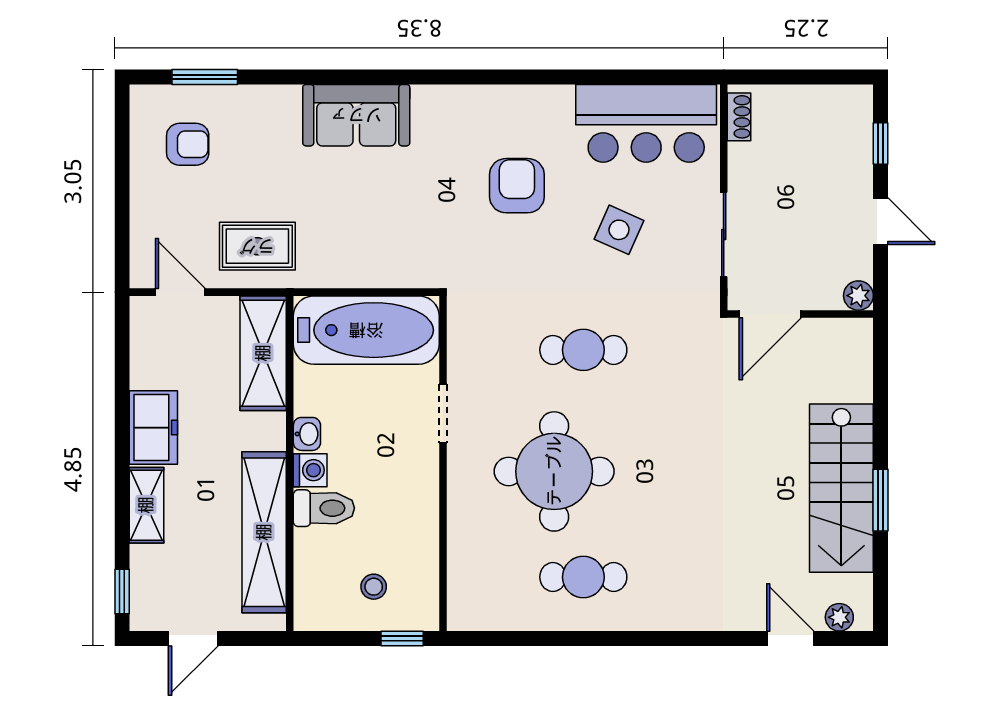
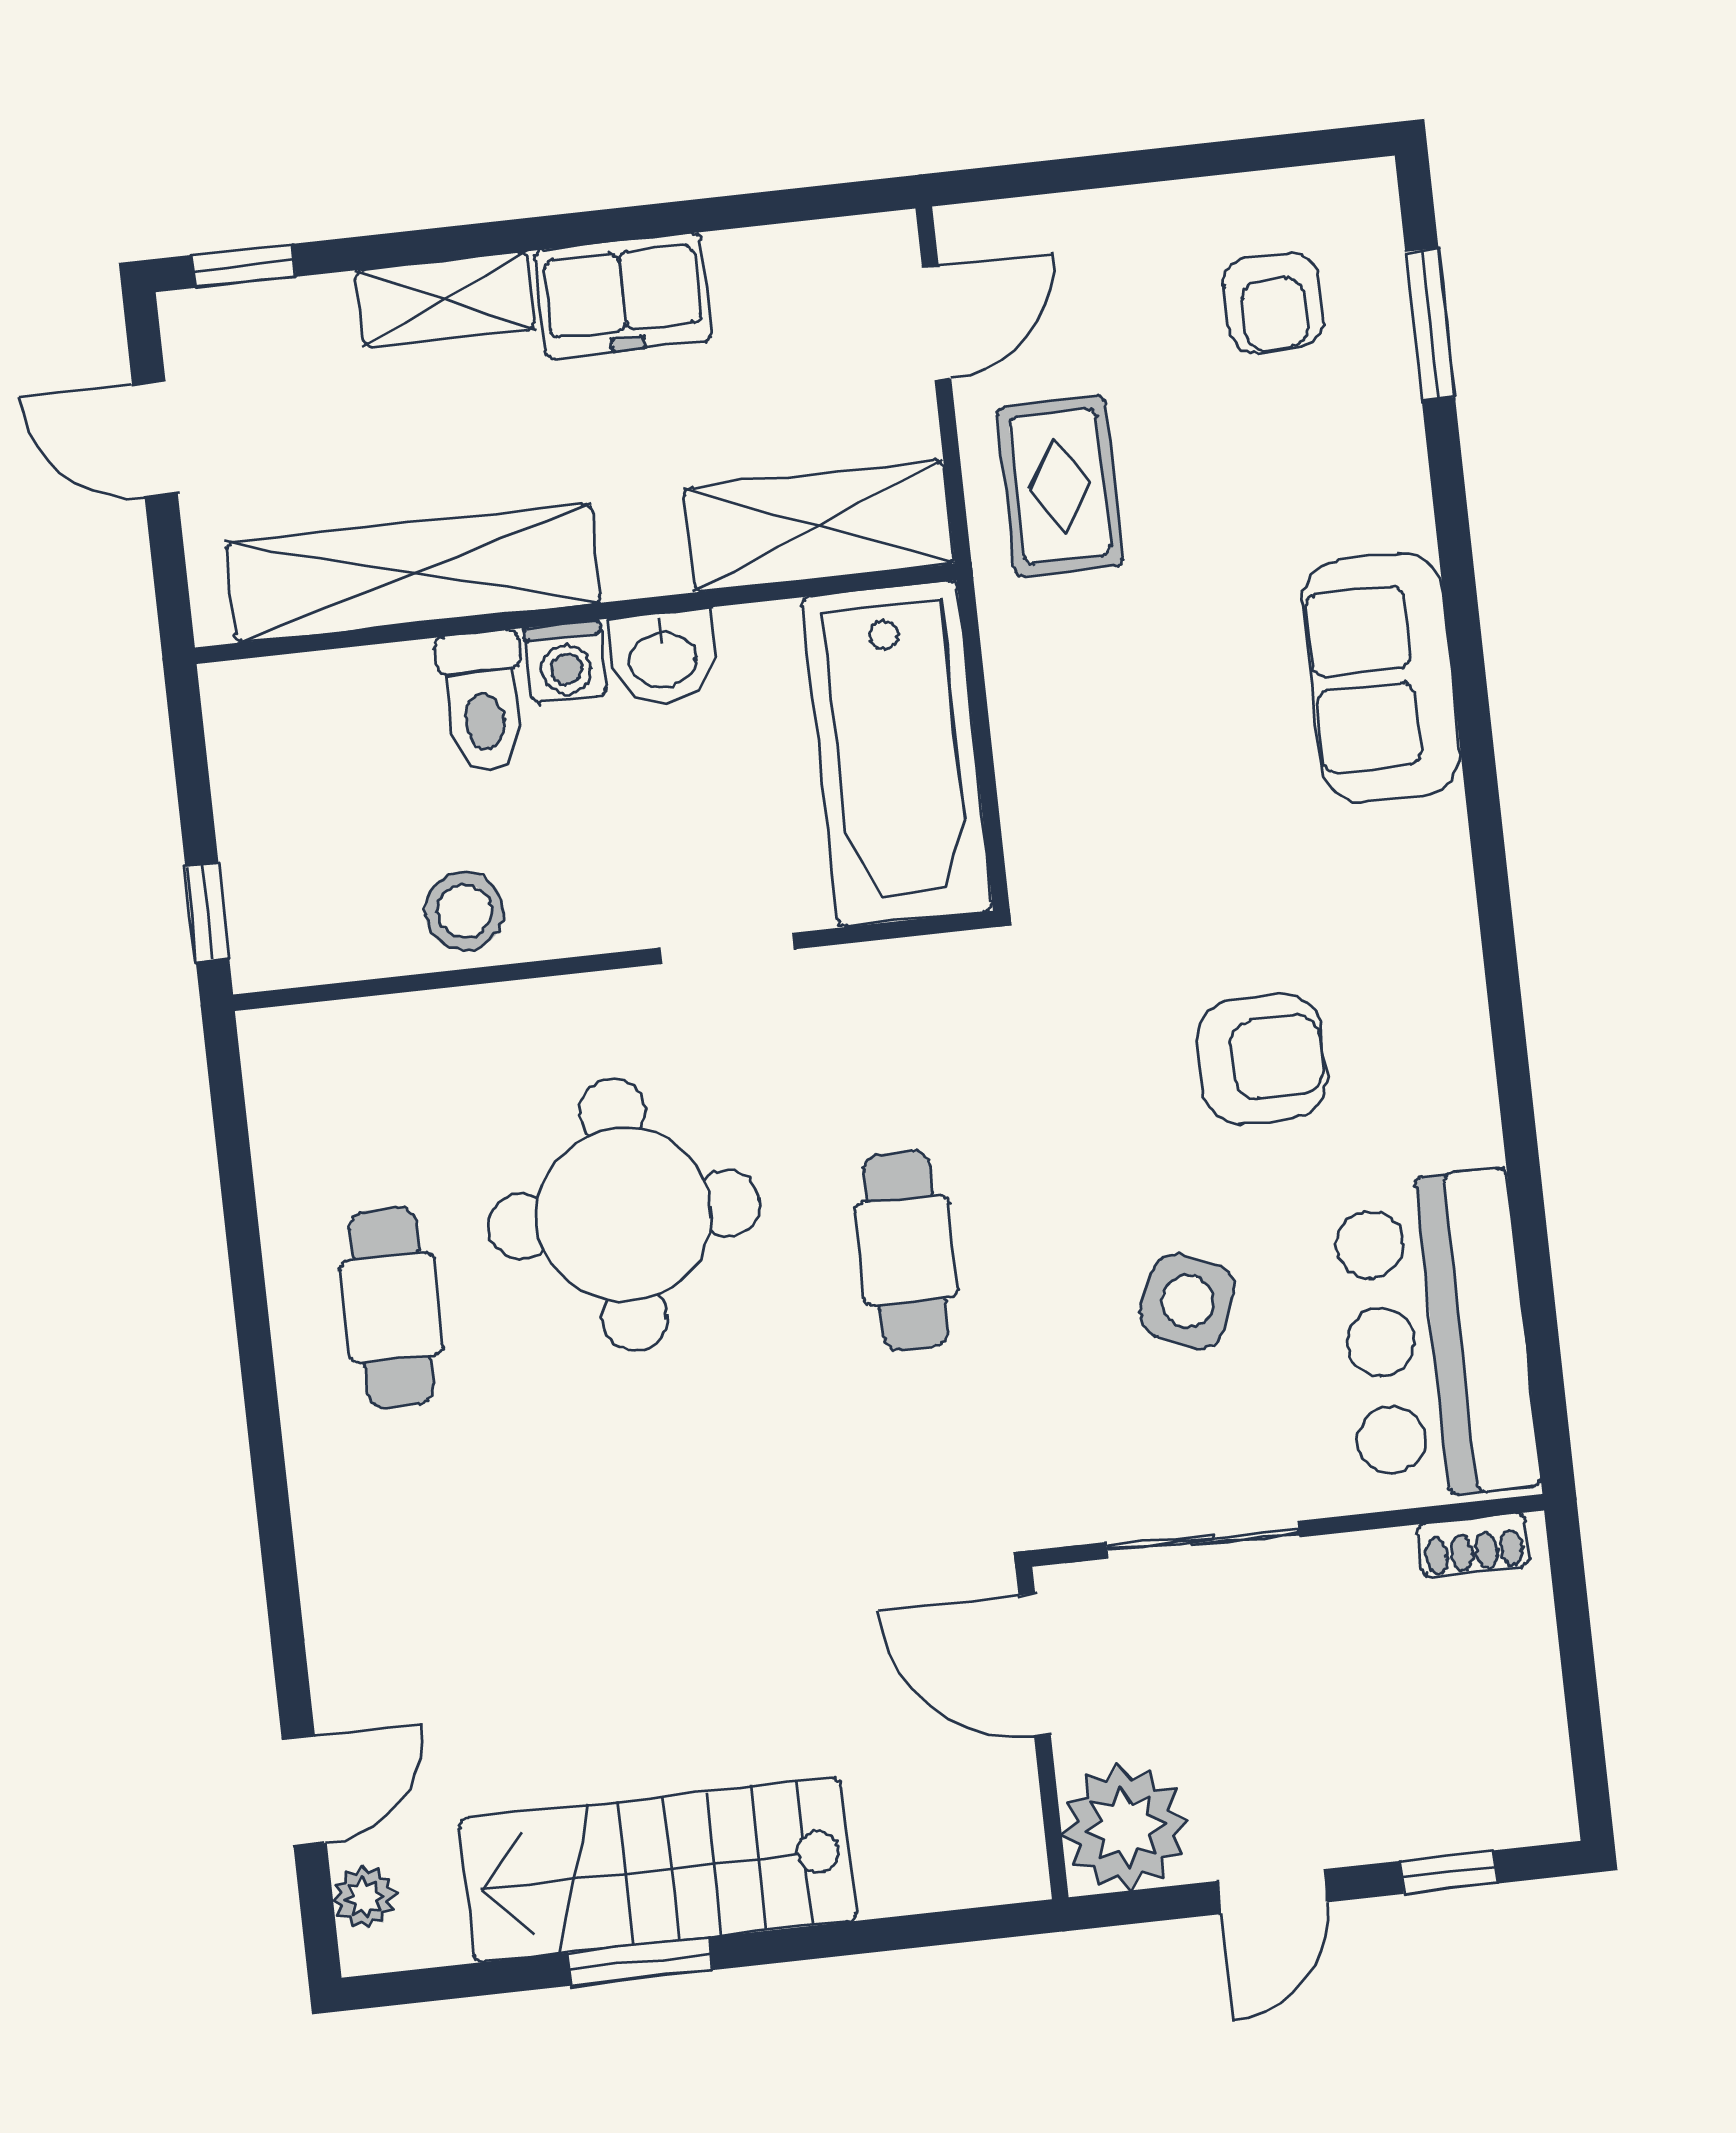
plant: (858, 296) -> (1124, 1828), width x1.88, depth x1.88
washbasin: (307, 434) -> (663, 657), width x1.38, depth x1.45
stool: (374, 587) -> (464, 911), moved, width x1.37, depth x1.37

